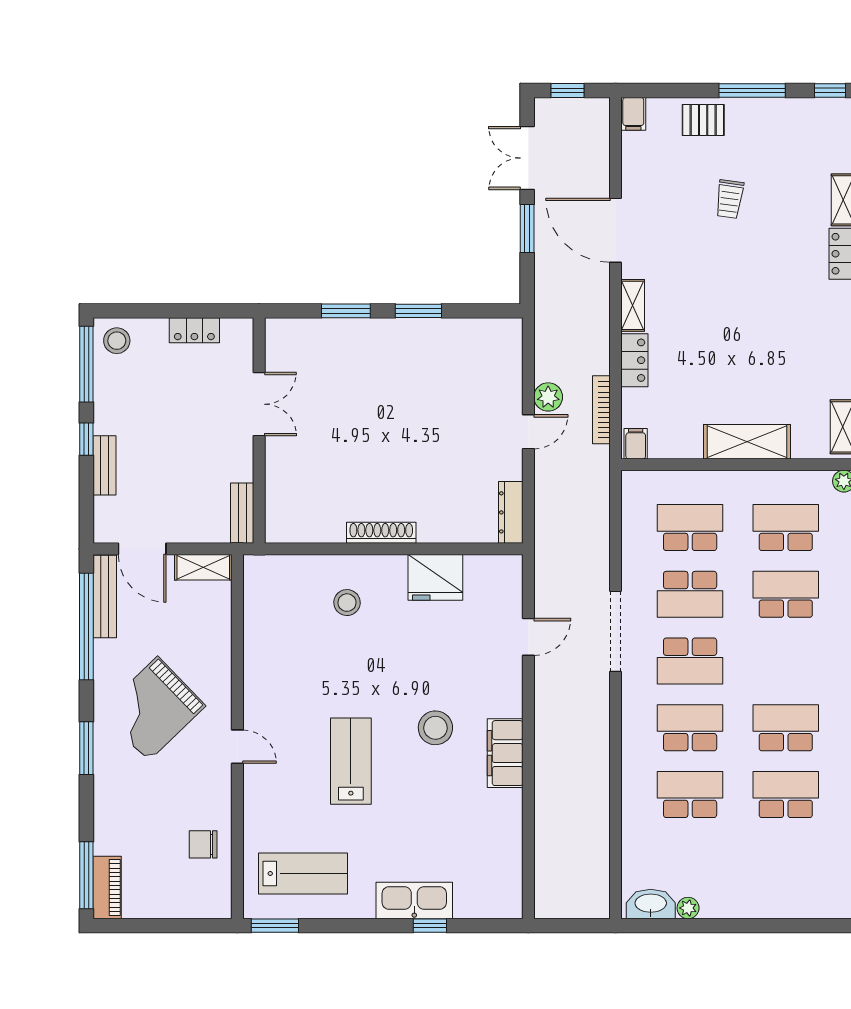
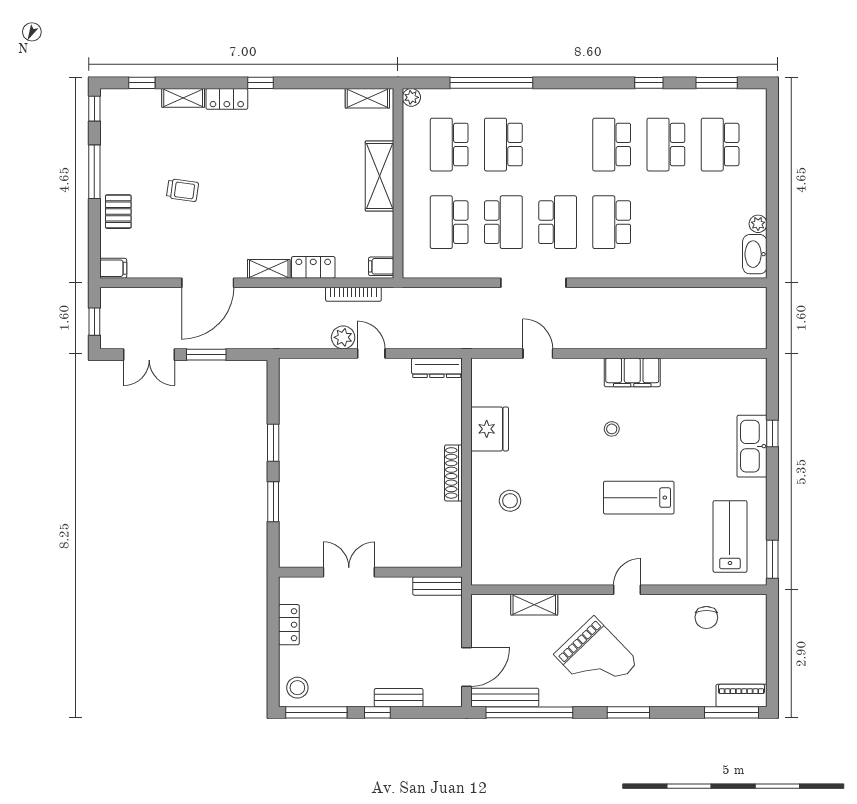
shelving: (203, 567) -> (534, 605), moved, turned 90
stool: (435, 728) -> (612, 429), width x0.53, depth x0.53
school desk: (690, 795) -> (720, 145), moved

